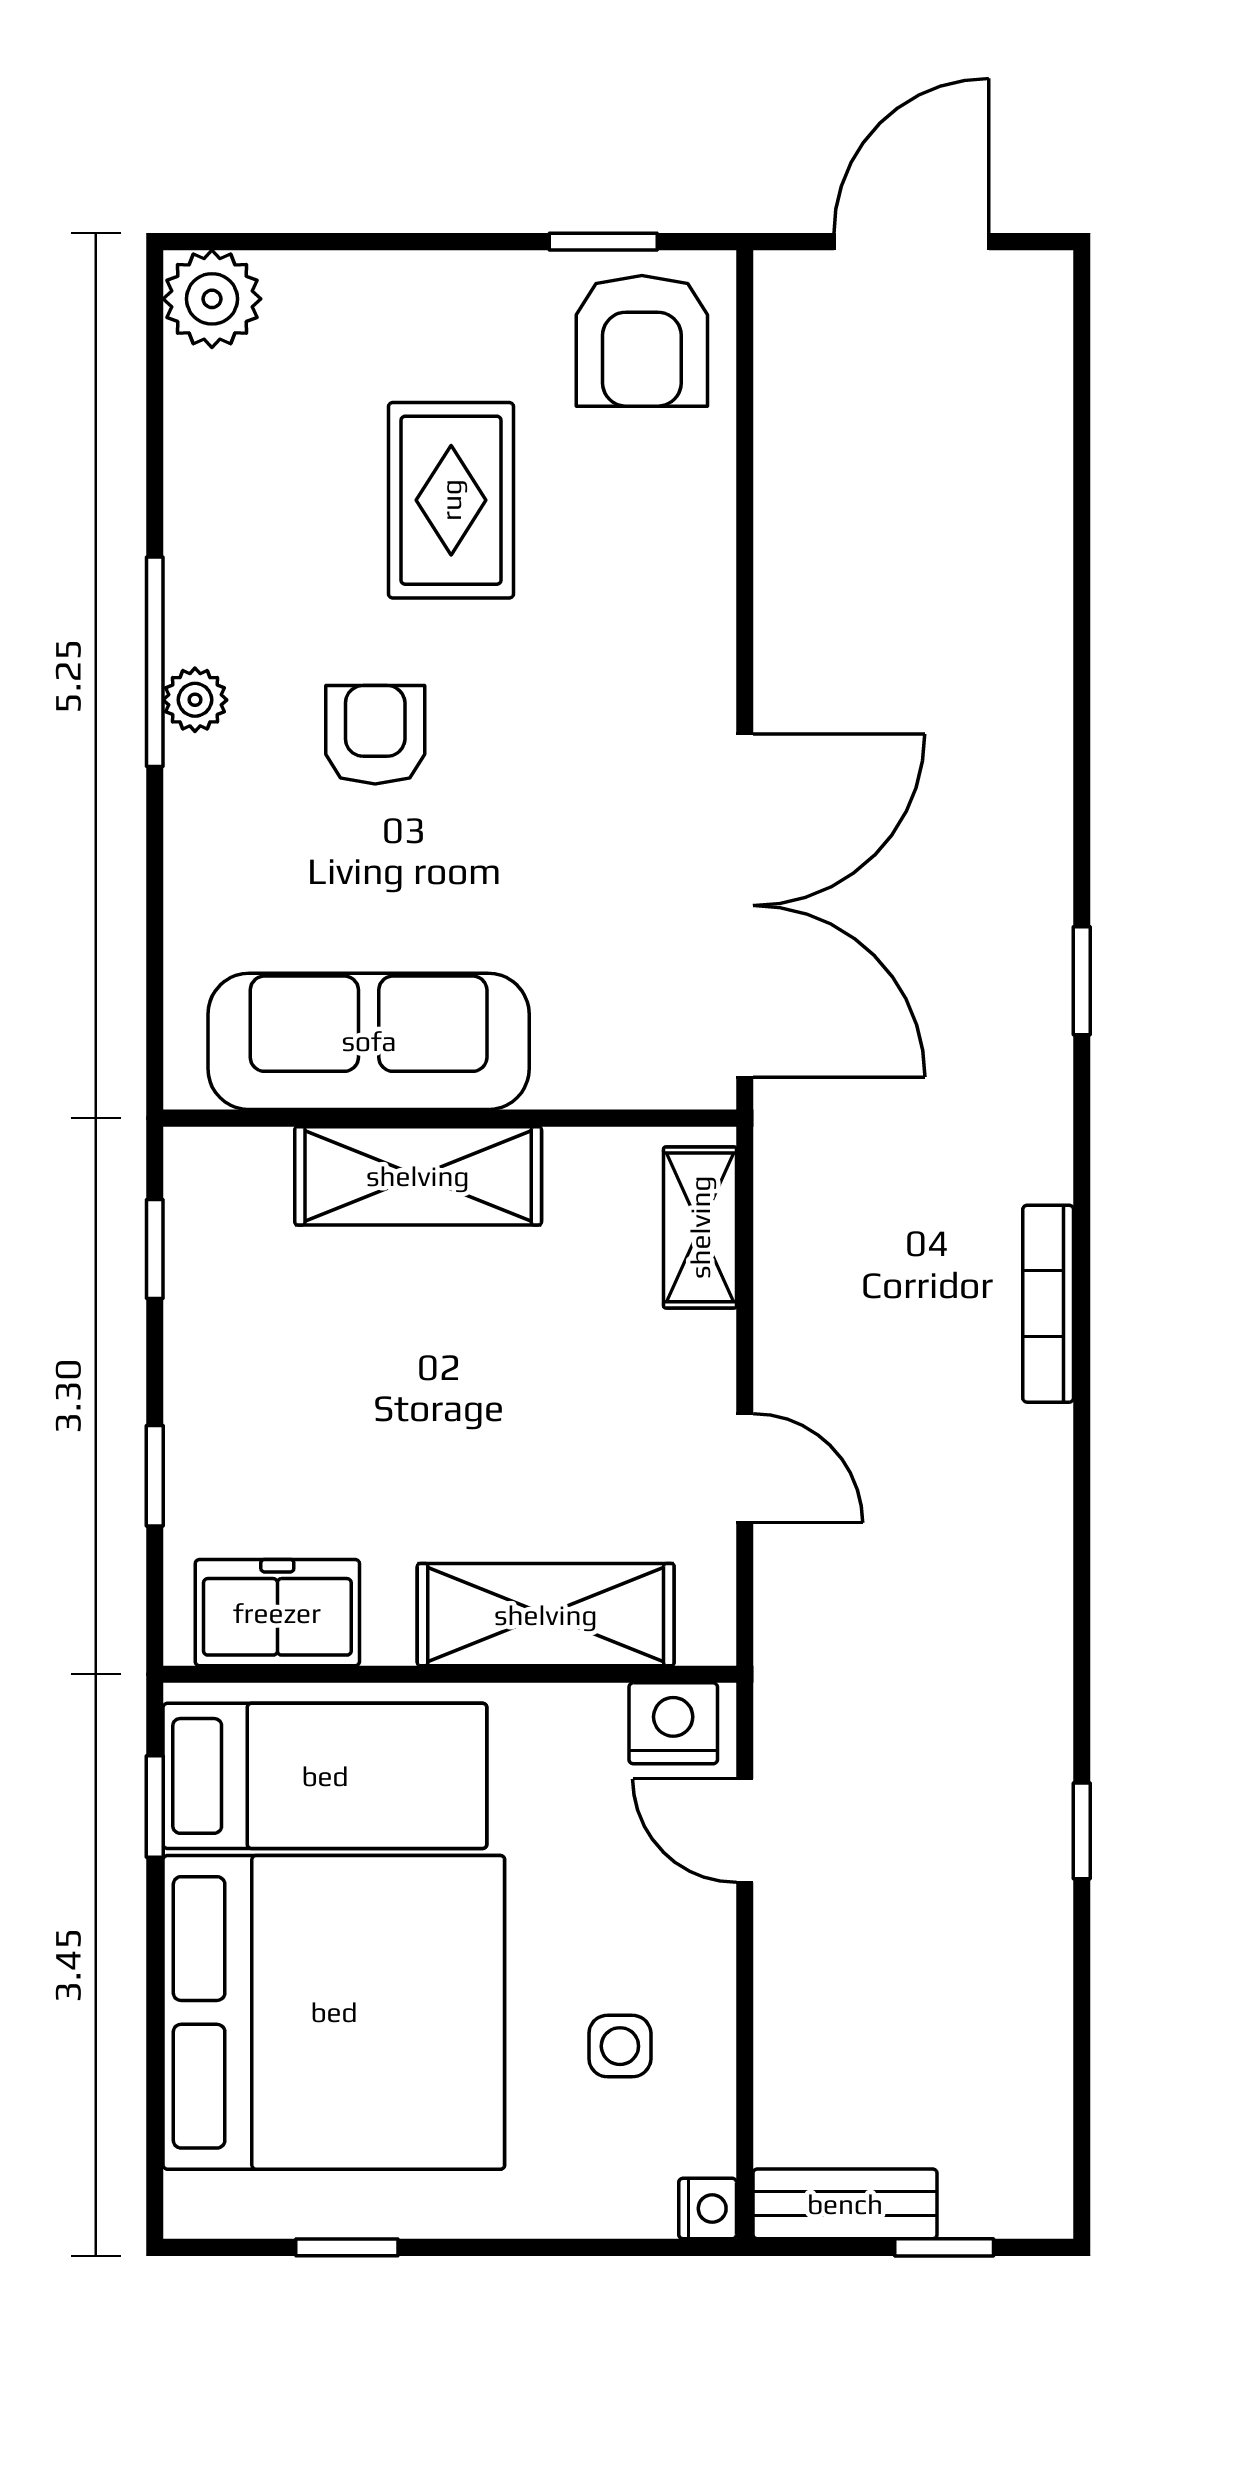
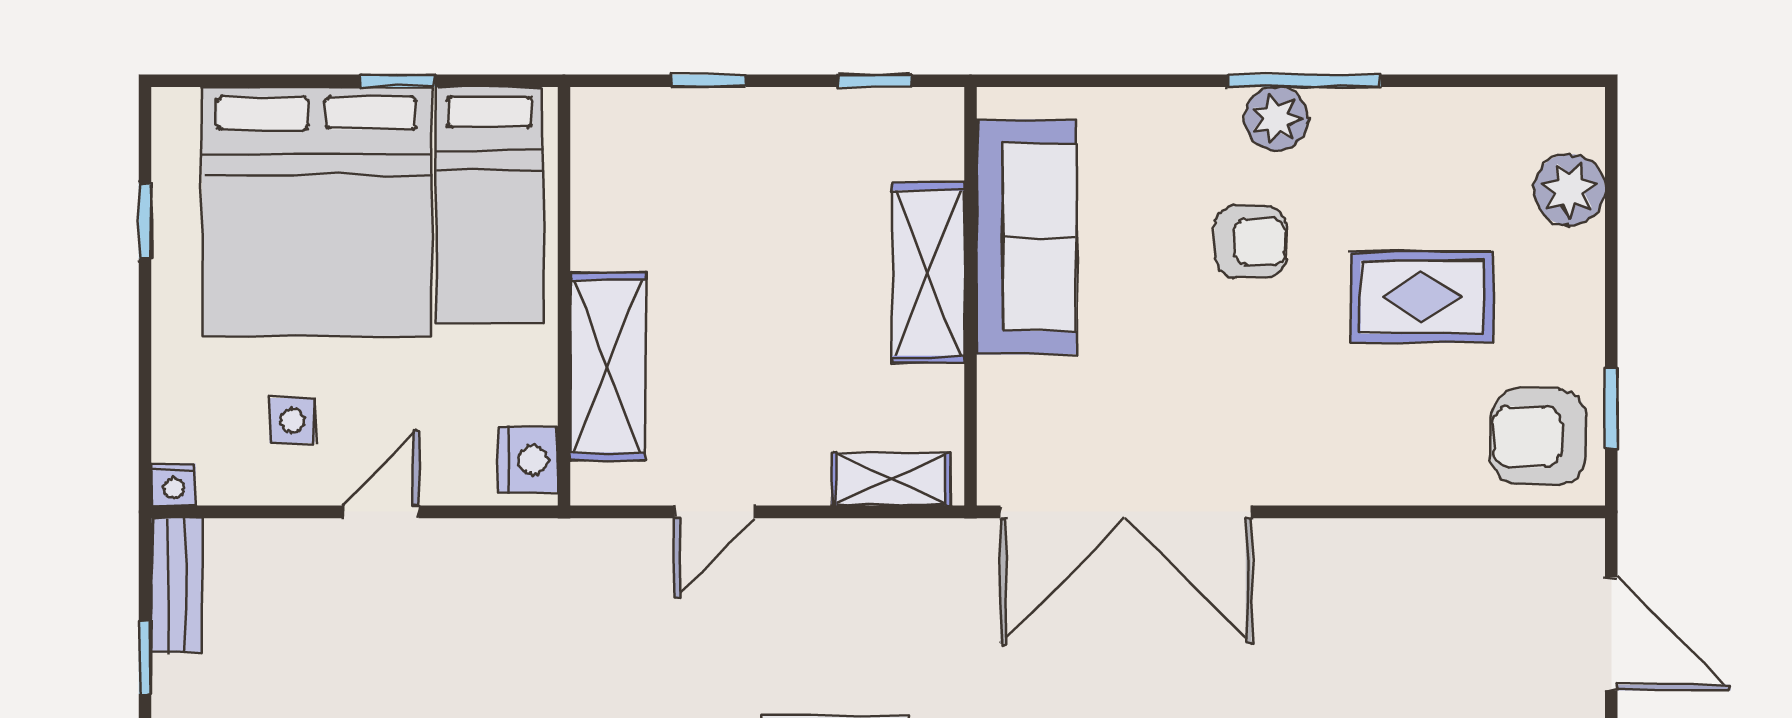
plant: (212, 299) -> (1569, 190), moved
plant: (195, 700) -> (1276, 119), width x1.38, depth x1.38
freezer: (277, 1613) -> (609, 170), removed
window: (155, 1806) -> (398, 81), moved
door: (745, 1831) -> (381, 512), moved

